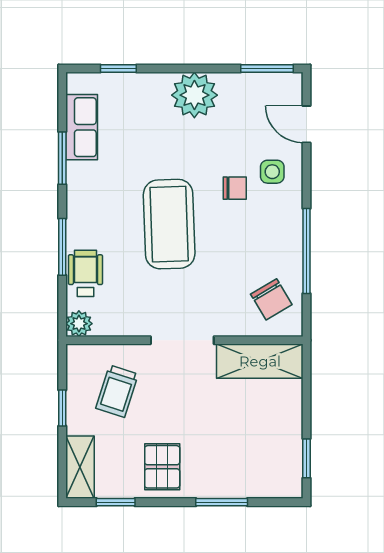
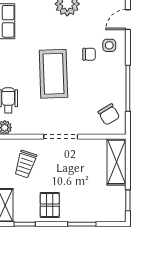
door: (307, 124) -> (128, 20), hinge flipped
shelving: (260, 361) -> (117, 162), moved, turned 90

